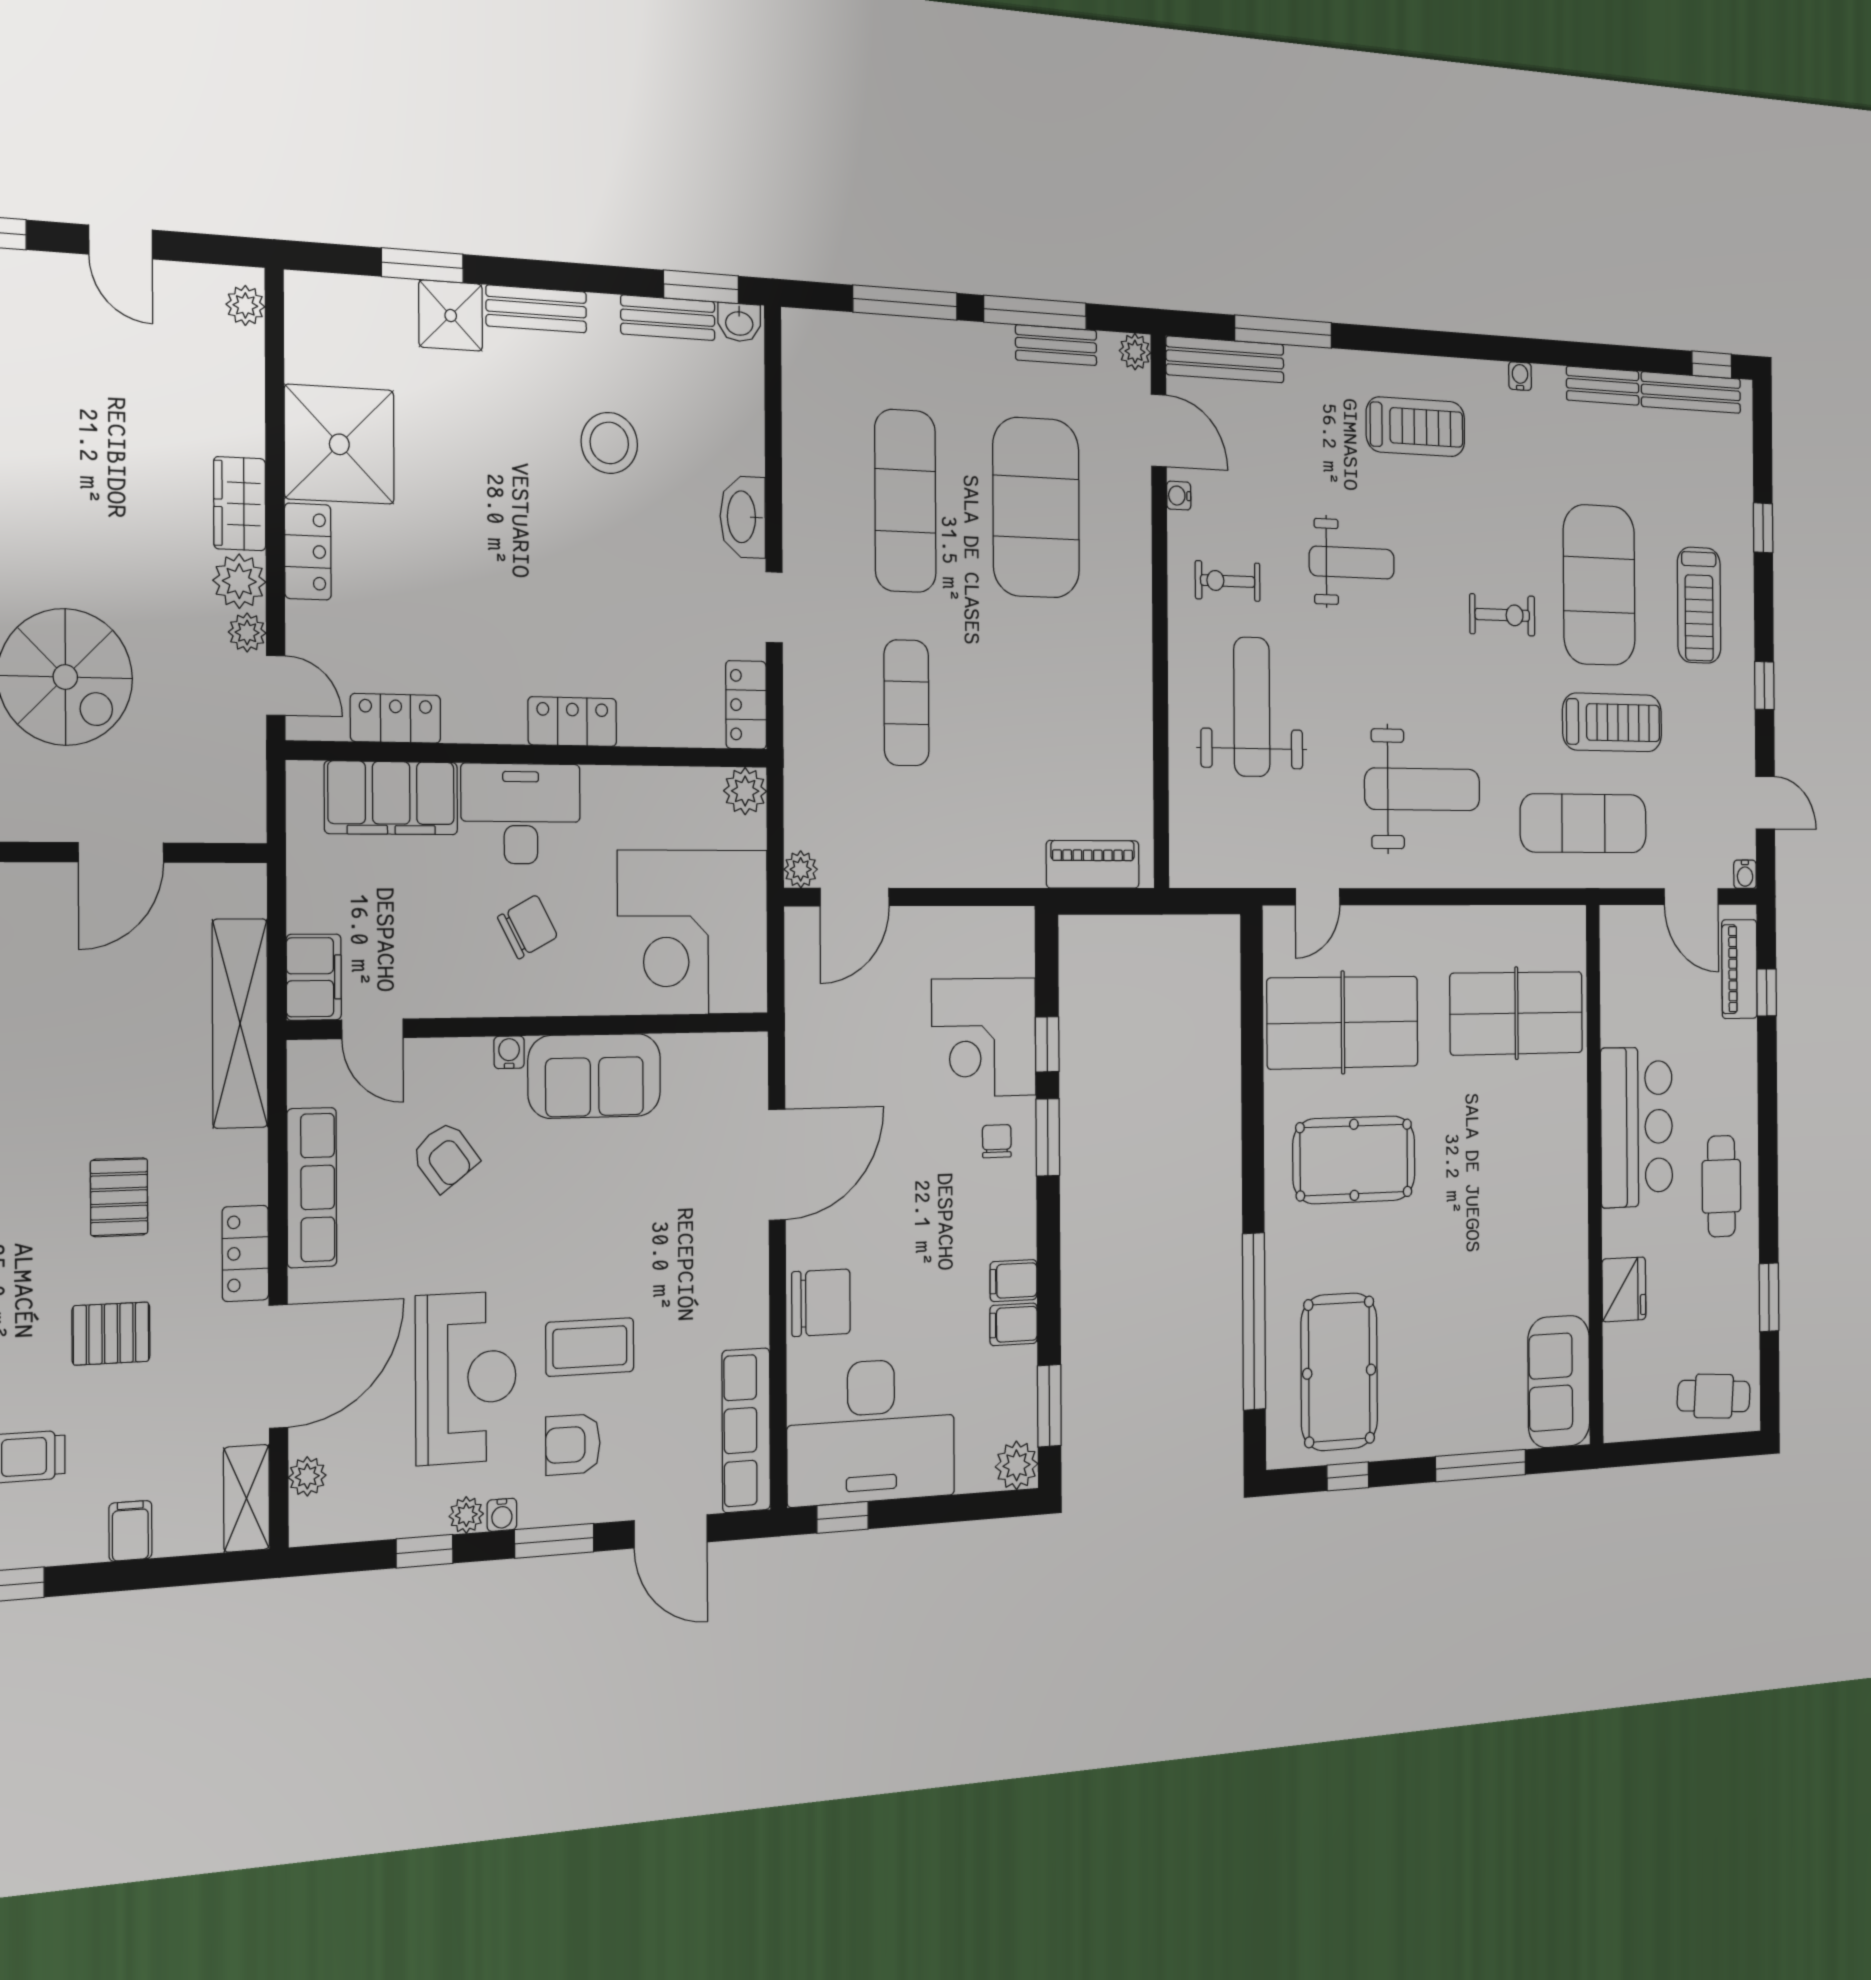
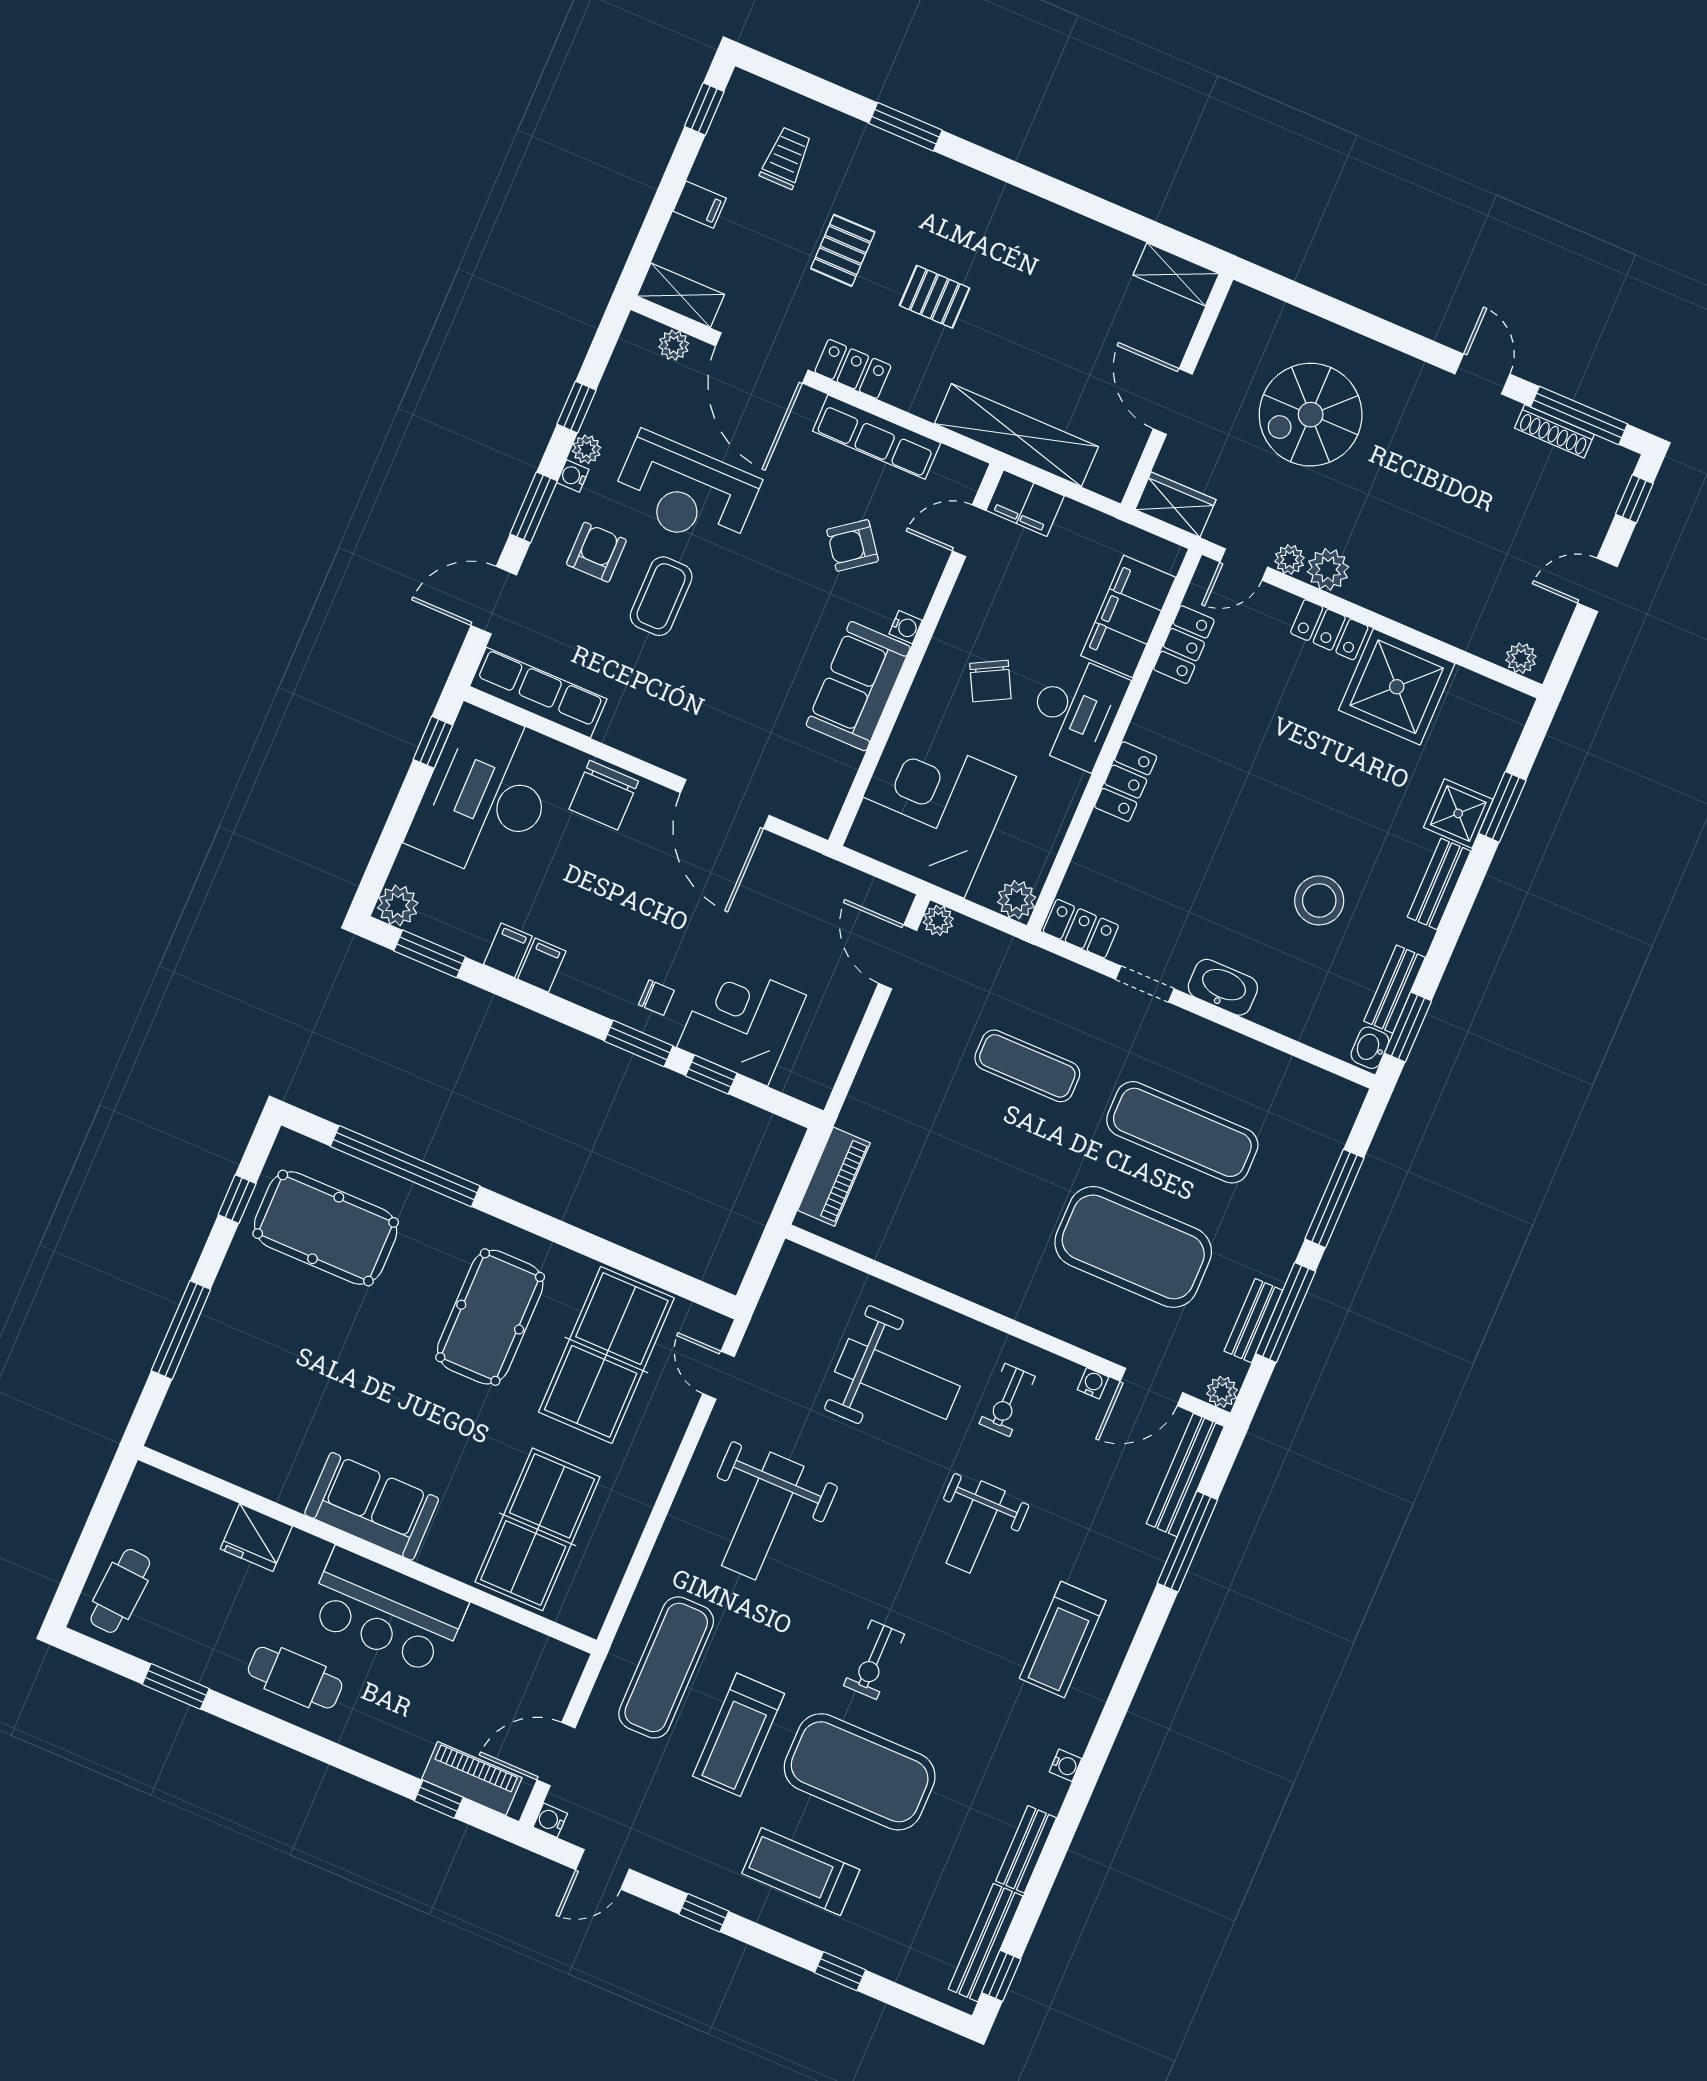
wardrobe: (240, 504) -> (1175, 505), moved
exercise bike: (1228, 581) -> (1007, 1400), turned 180
sofa: (1559, 1382) -> (372, 1506), moved

